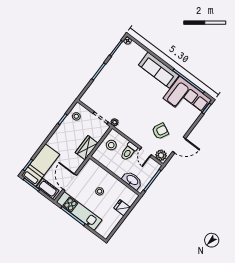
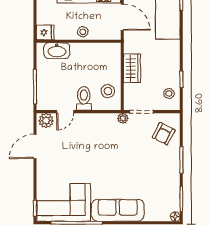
armchair: (160, 131) -> (164, 134), moved
door: (146, 152) -> (65, 112), swing flipped
wall: (115, 176) -> (79, 41), moved
washbasin: (132, 180) -> (57, 51), moved

